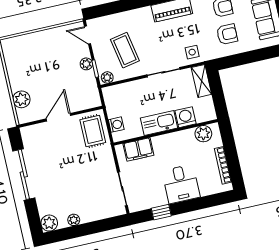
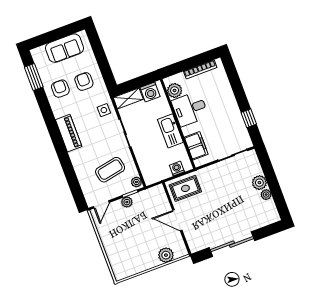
washing machine: (186, 117) -> (150, 92), moved, turned -90
desk: (181, 184) -> (190, 109), moved, turned 180
plant: (49, 223) -> (259, 183), moved

